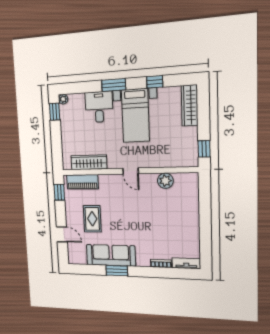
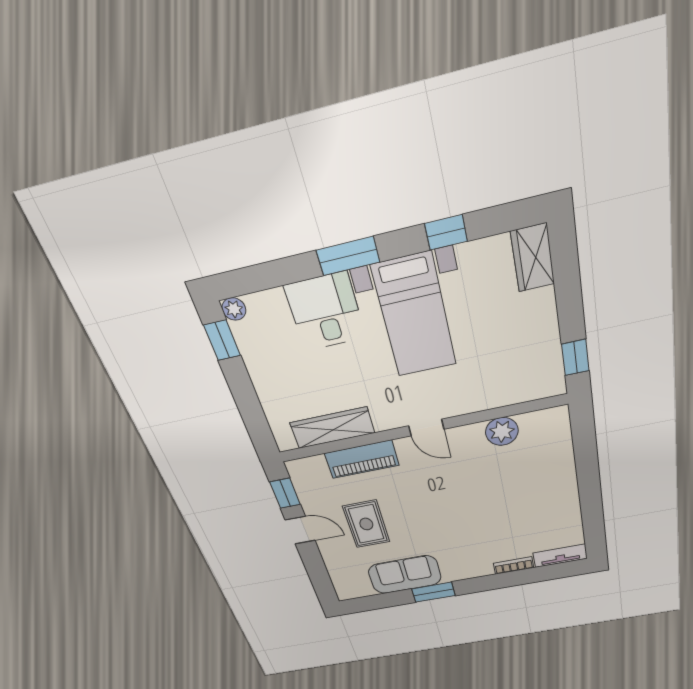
wardrobe: (190, 105) -> (533, 258), width x0.67
piano: (82, 182) -> (362, 459), moved
door: (62, 234) -> (300, 530), moved
sofa: (111, 255) -> (405, 575), width x0.73

